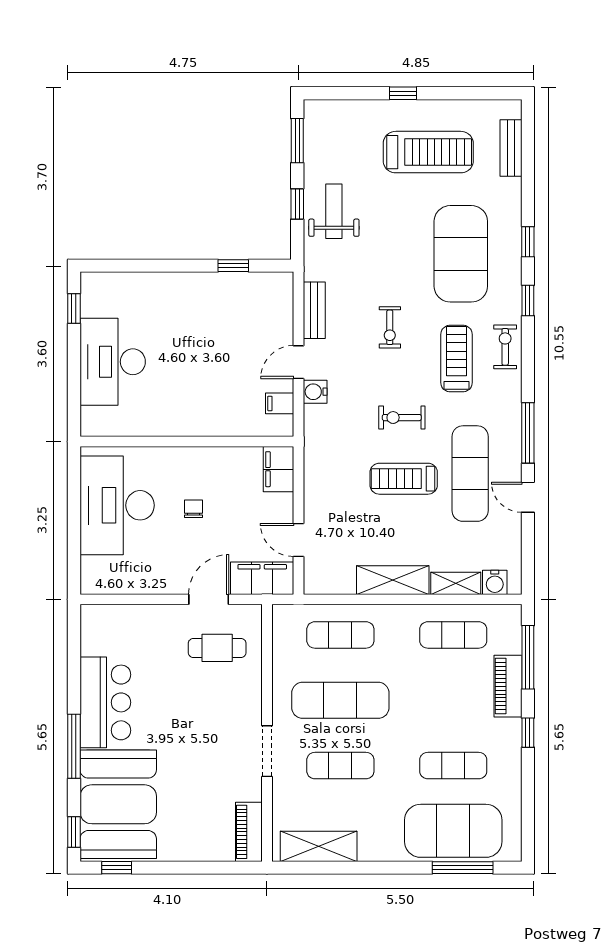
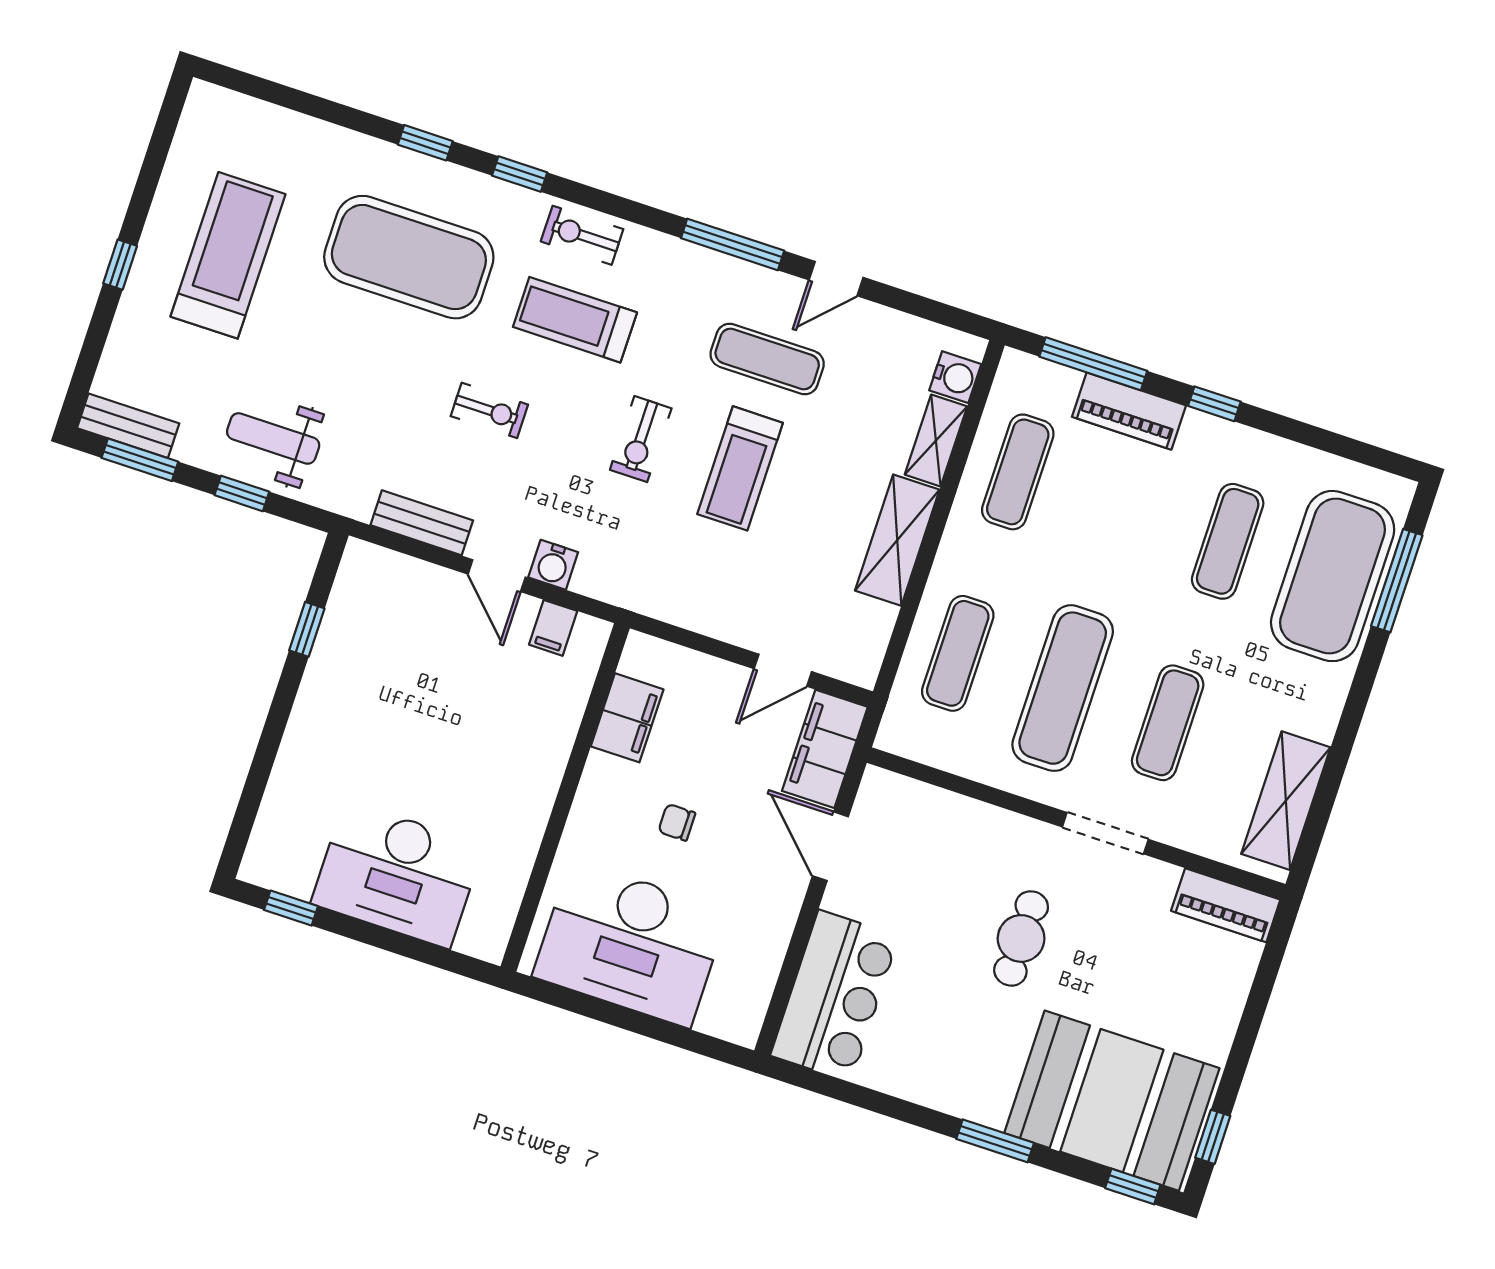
bench: (511, 148) -> (128, 426), moved
filing cabinet: (278, 469) -> (627, 718), moved, turned -90
exercise mat: (470, 474) -> (767, 359), width x0.73, depth x0.69
cafe table: (217, 648) -> (1021, 938), moved
bar counter: (105, 702) -> (835, 996), moved, turned 90
window: (74, 746) -> (995, 1141), width x0.69

